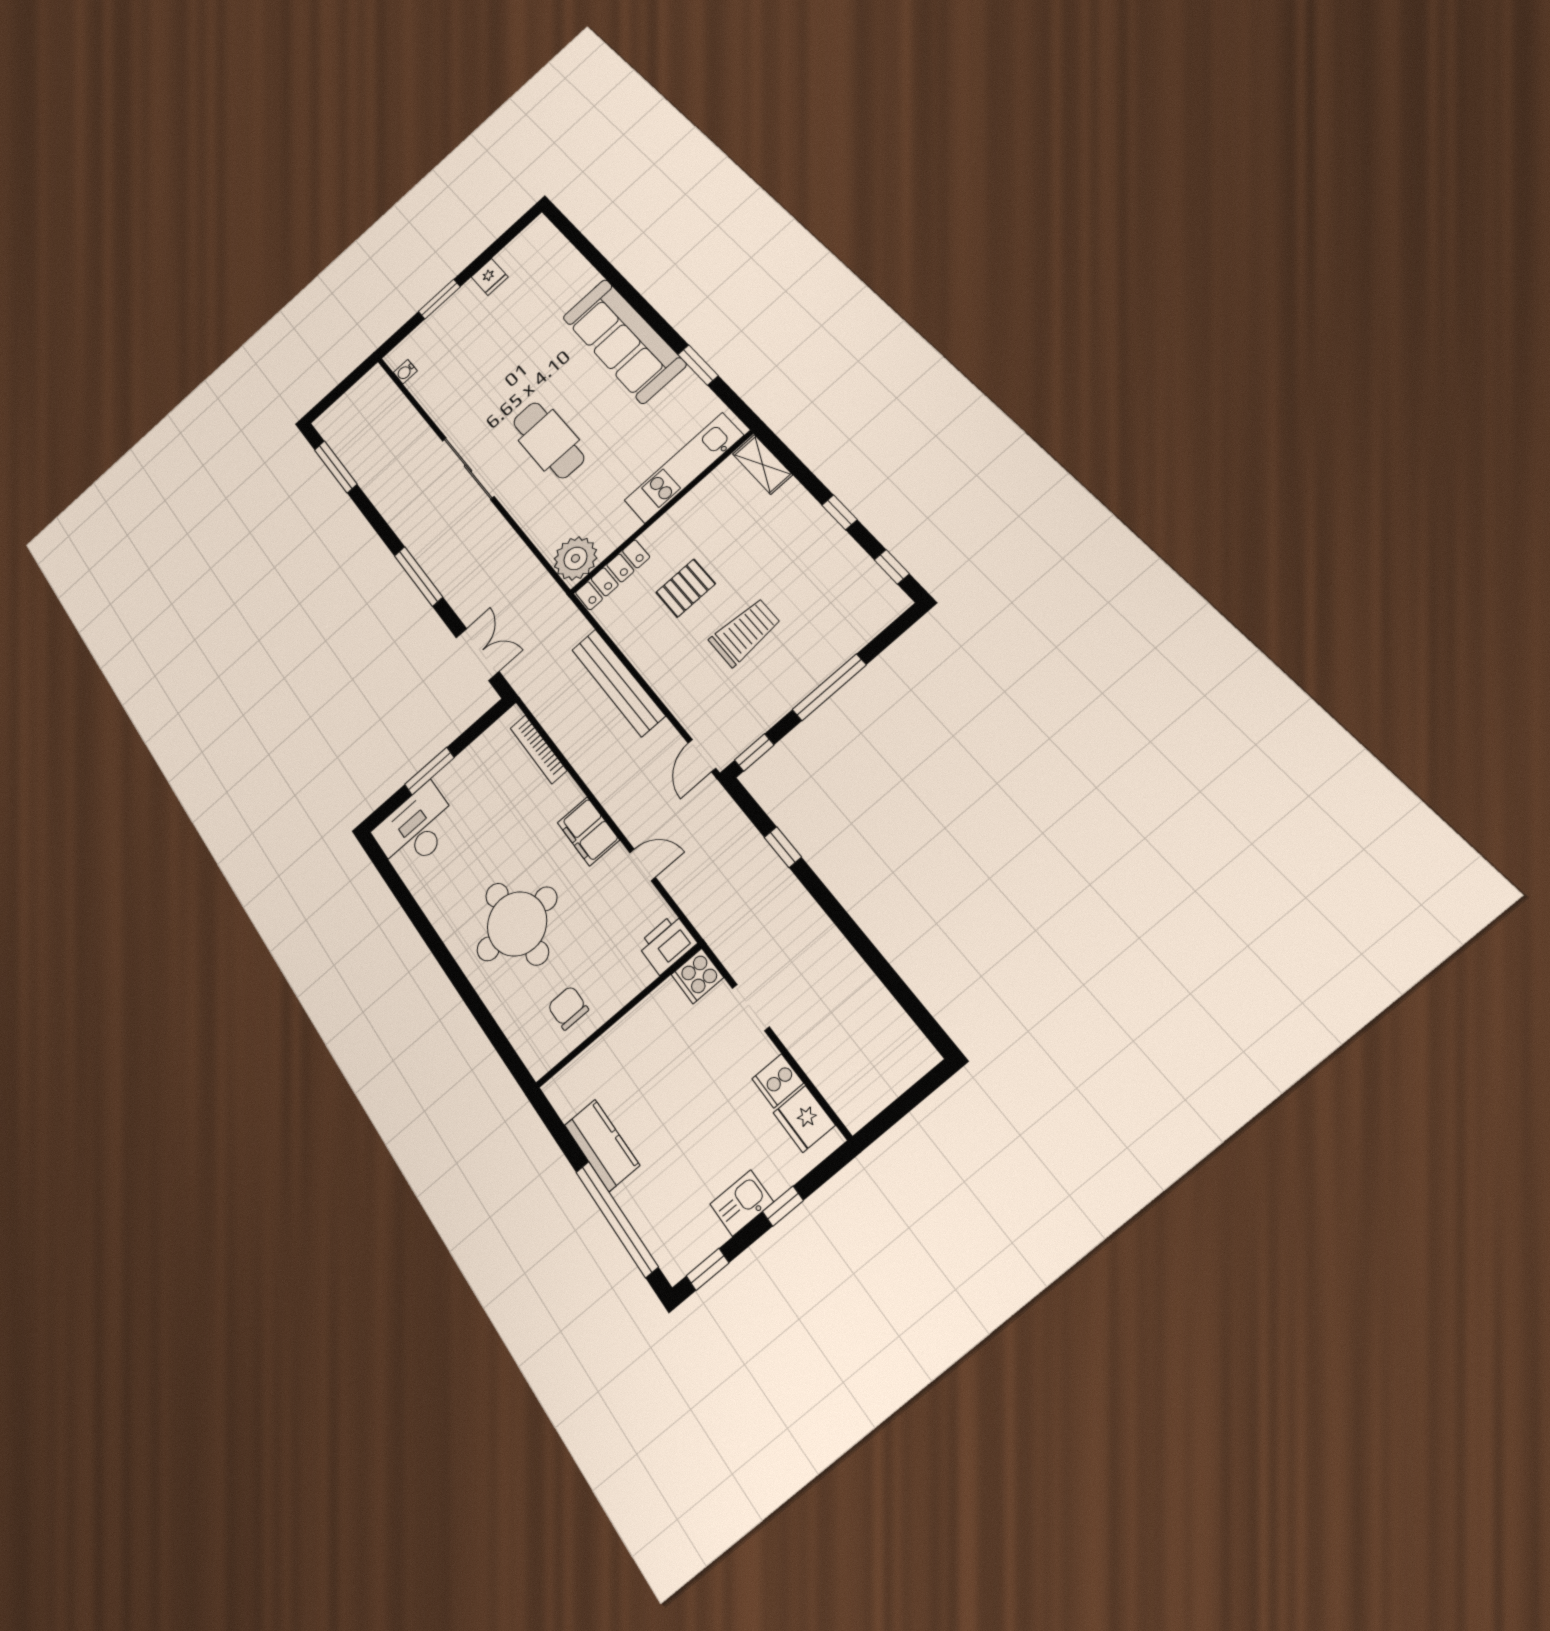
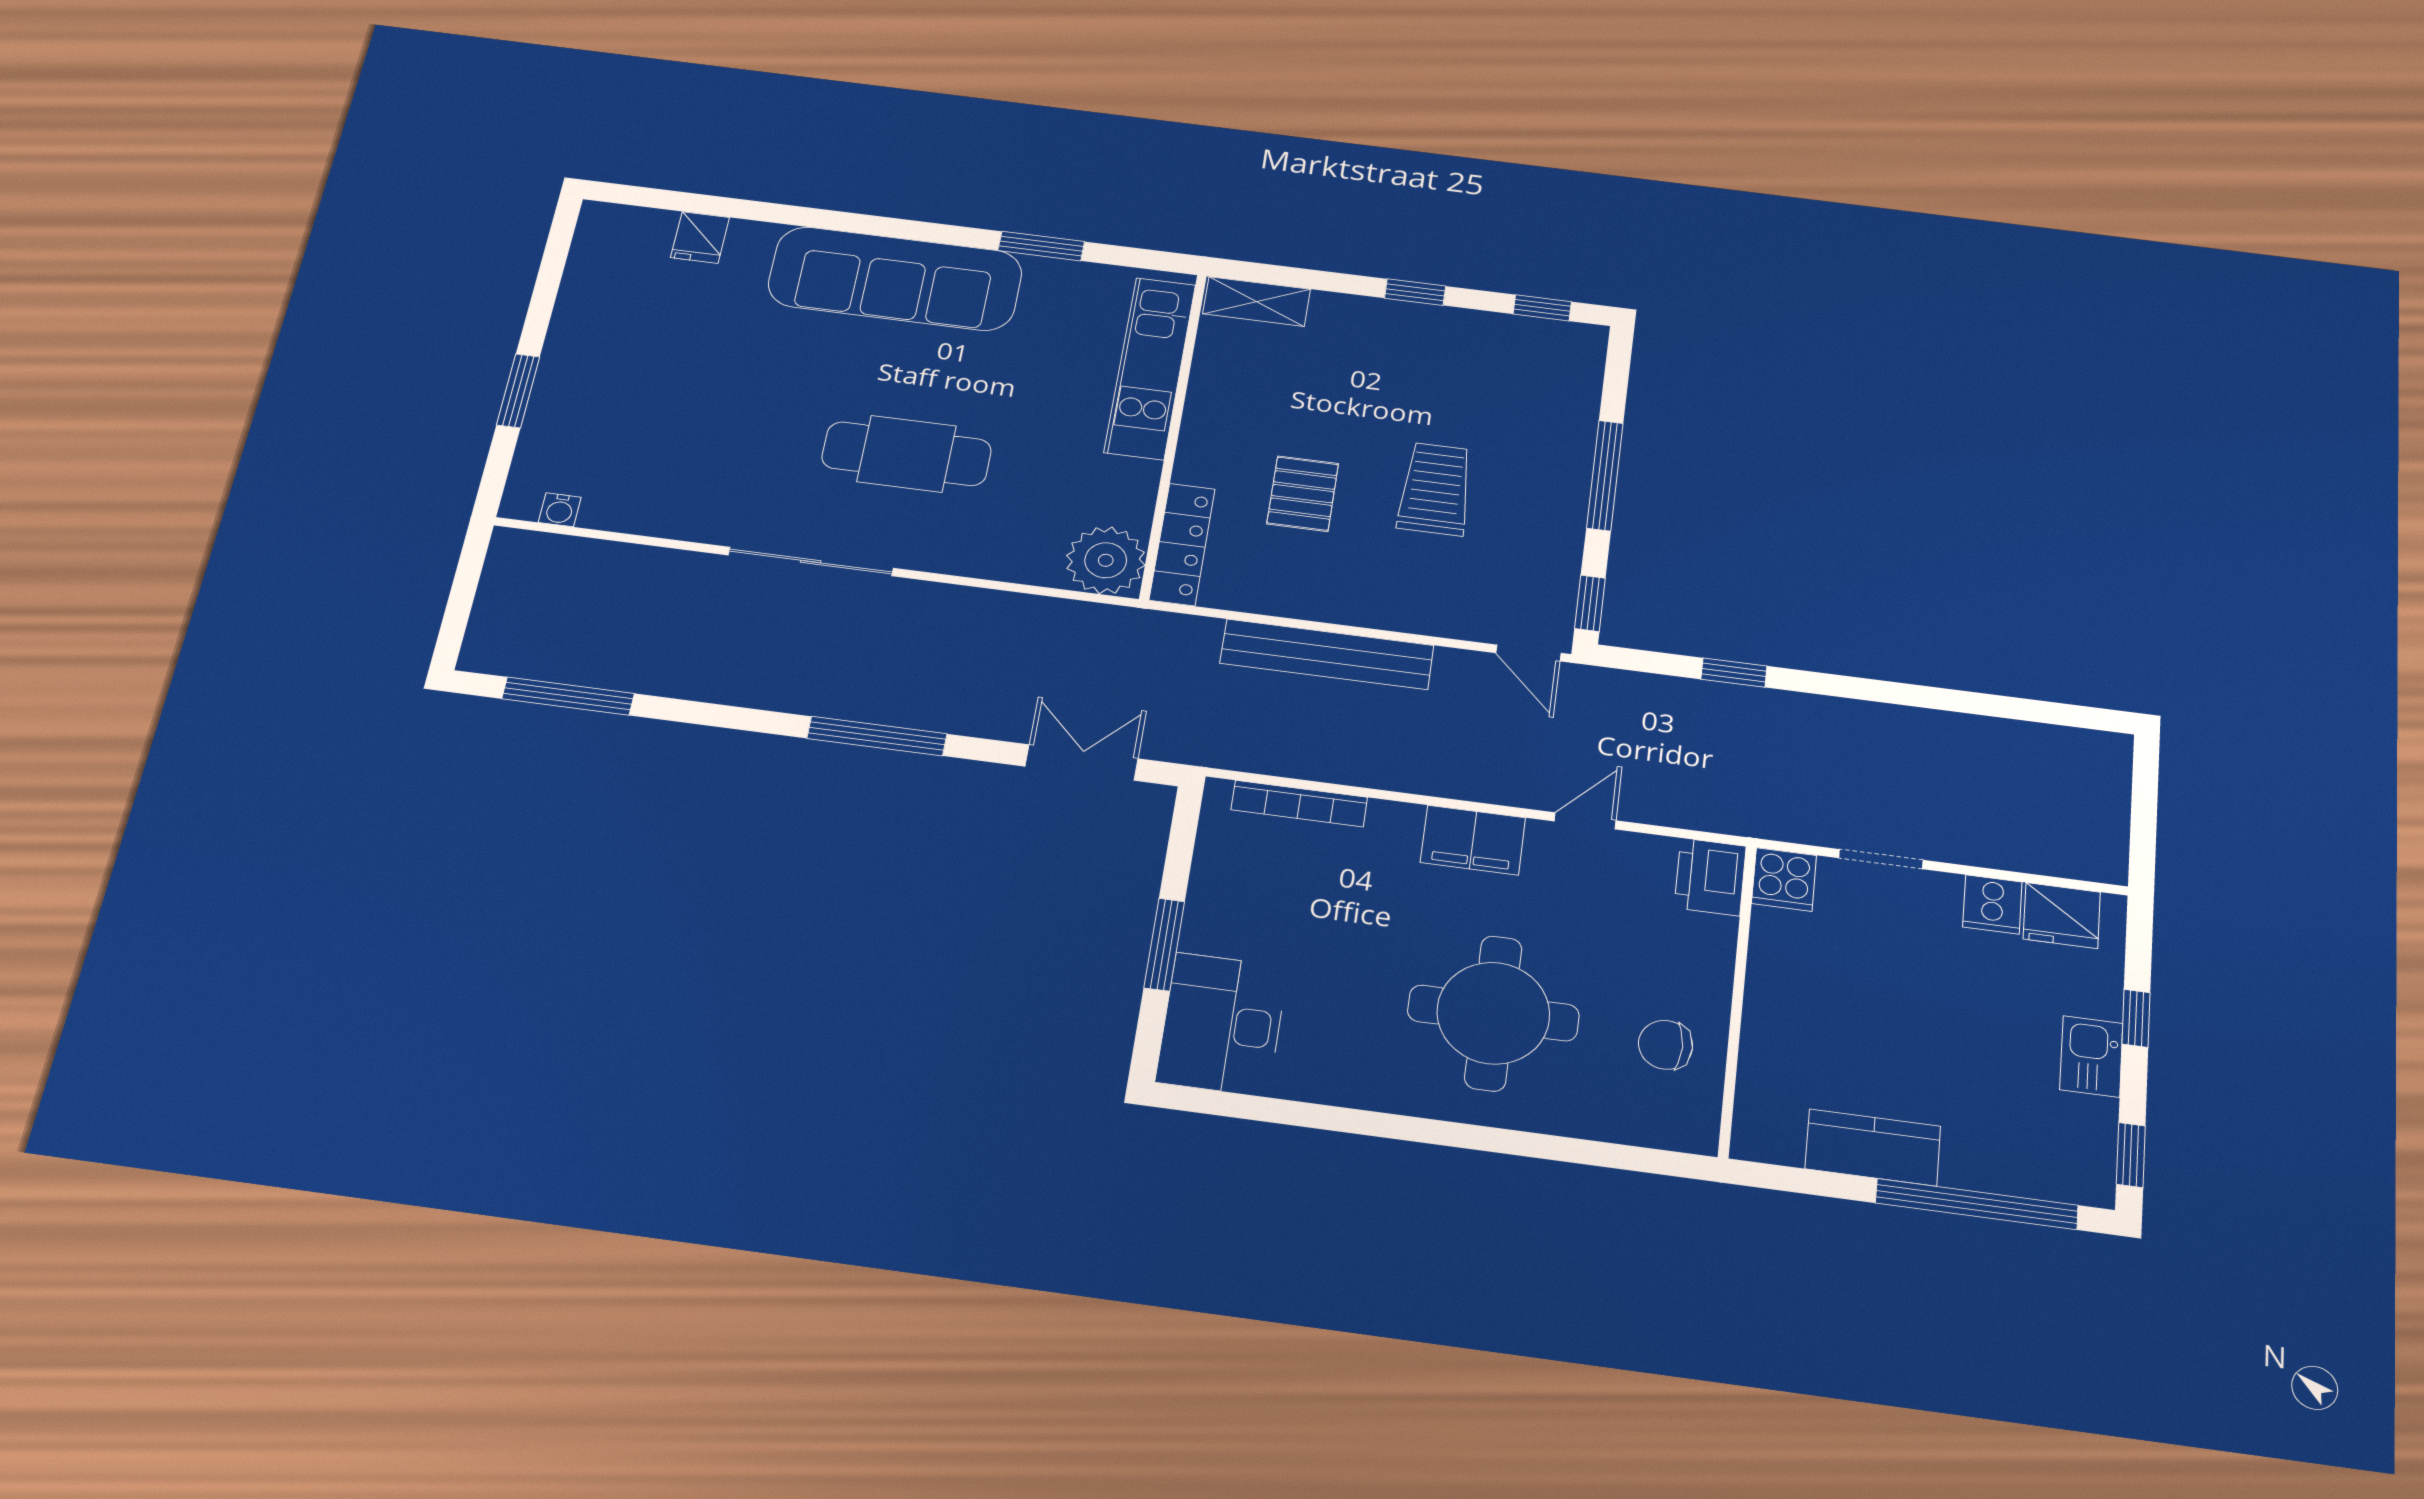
fridge: (490, 277) -> (700, 237), moved, turned 90

